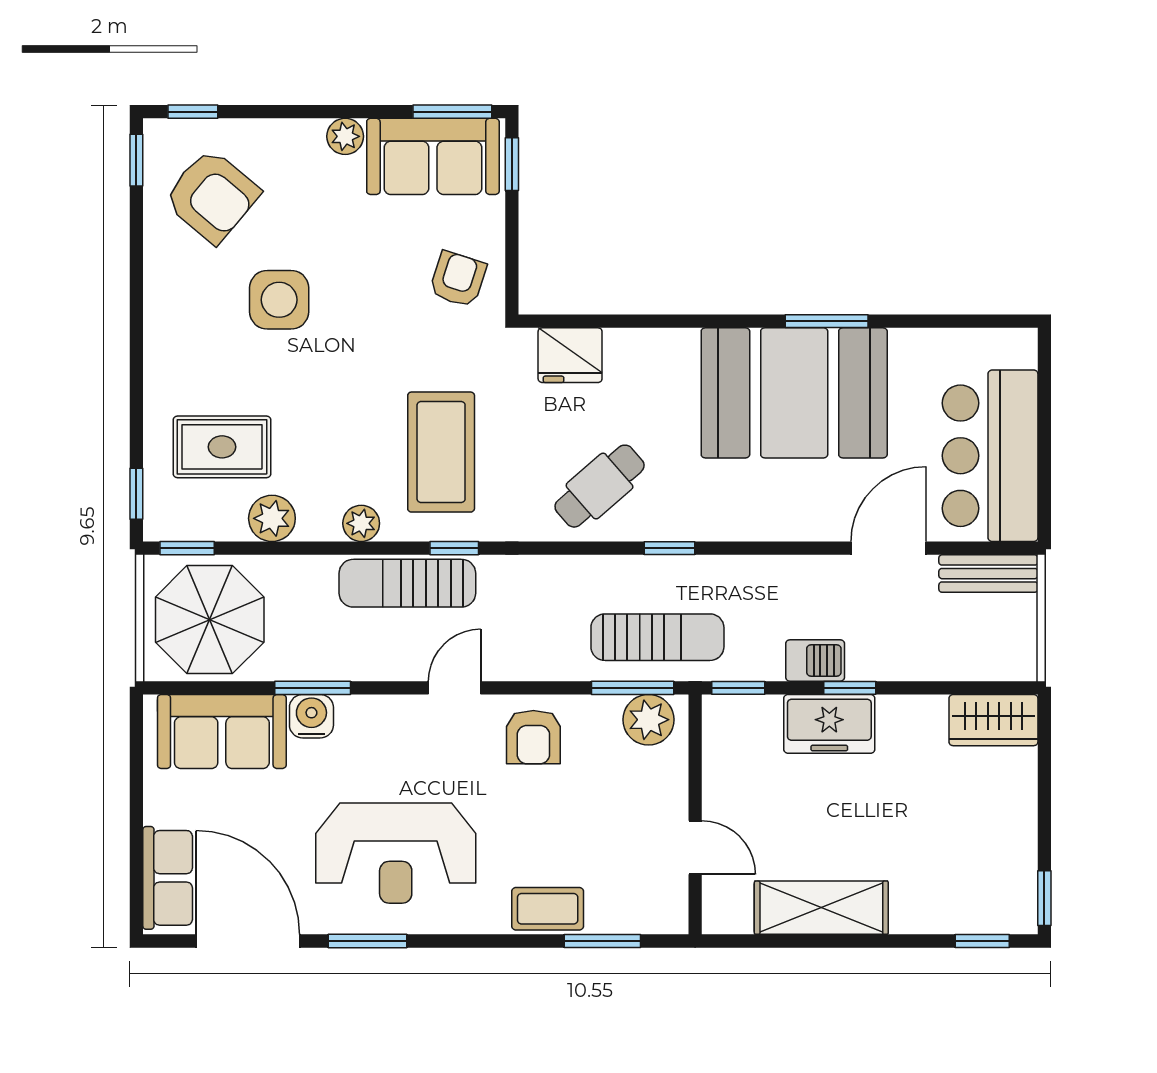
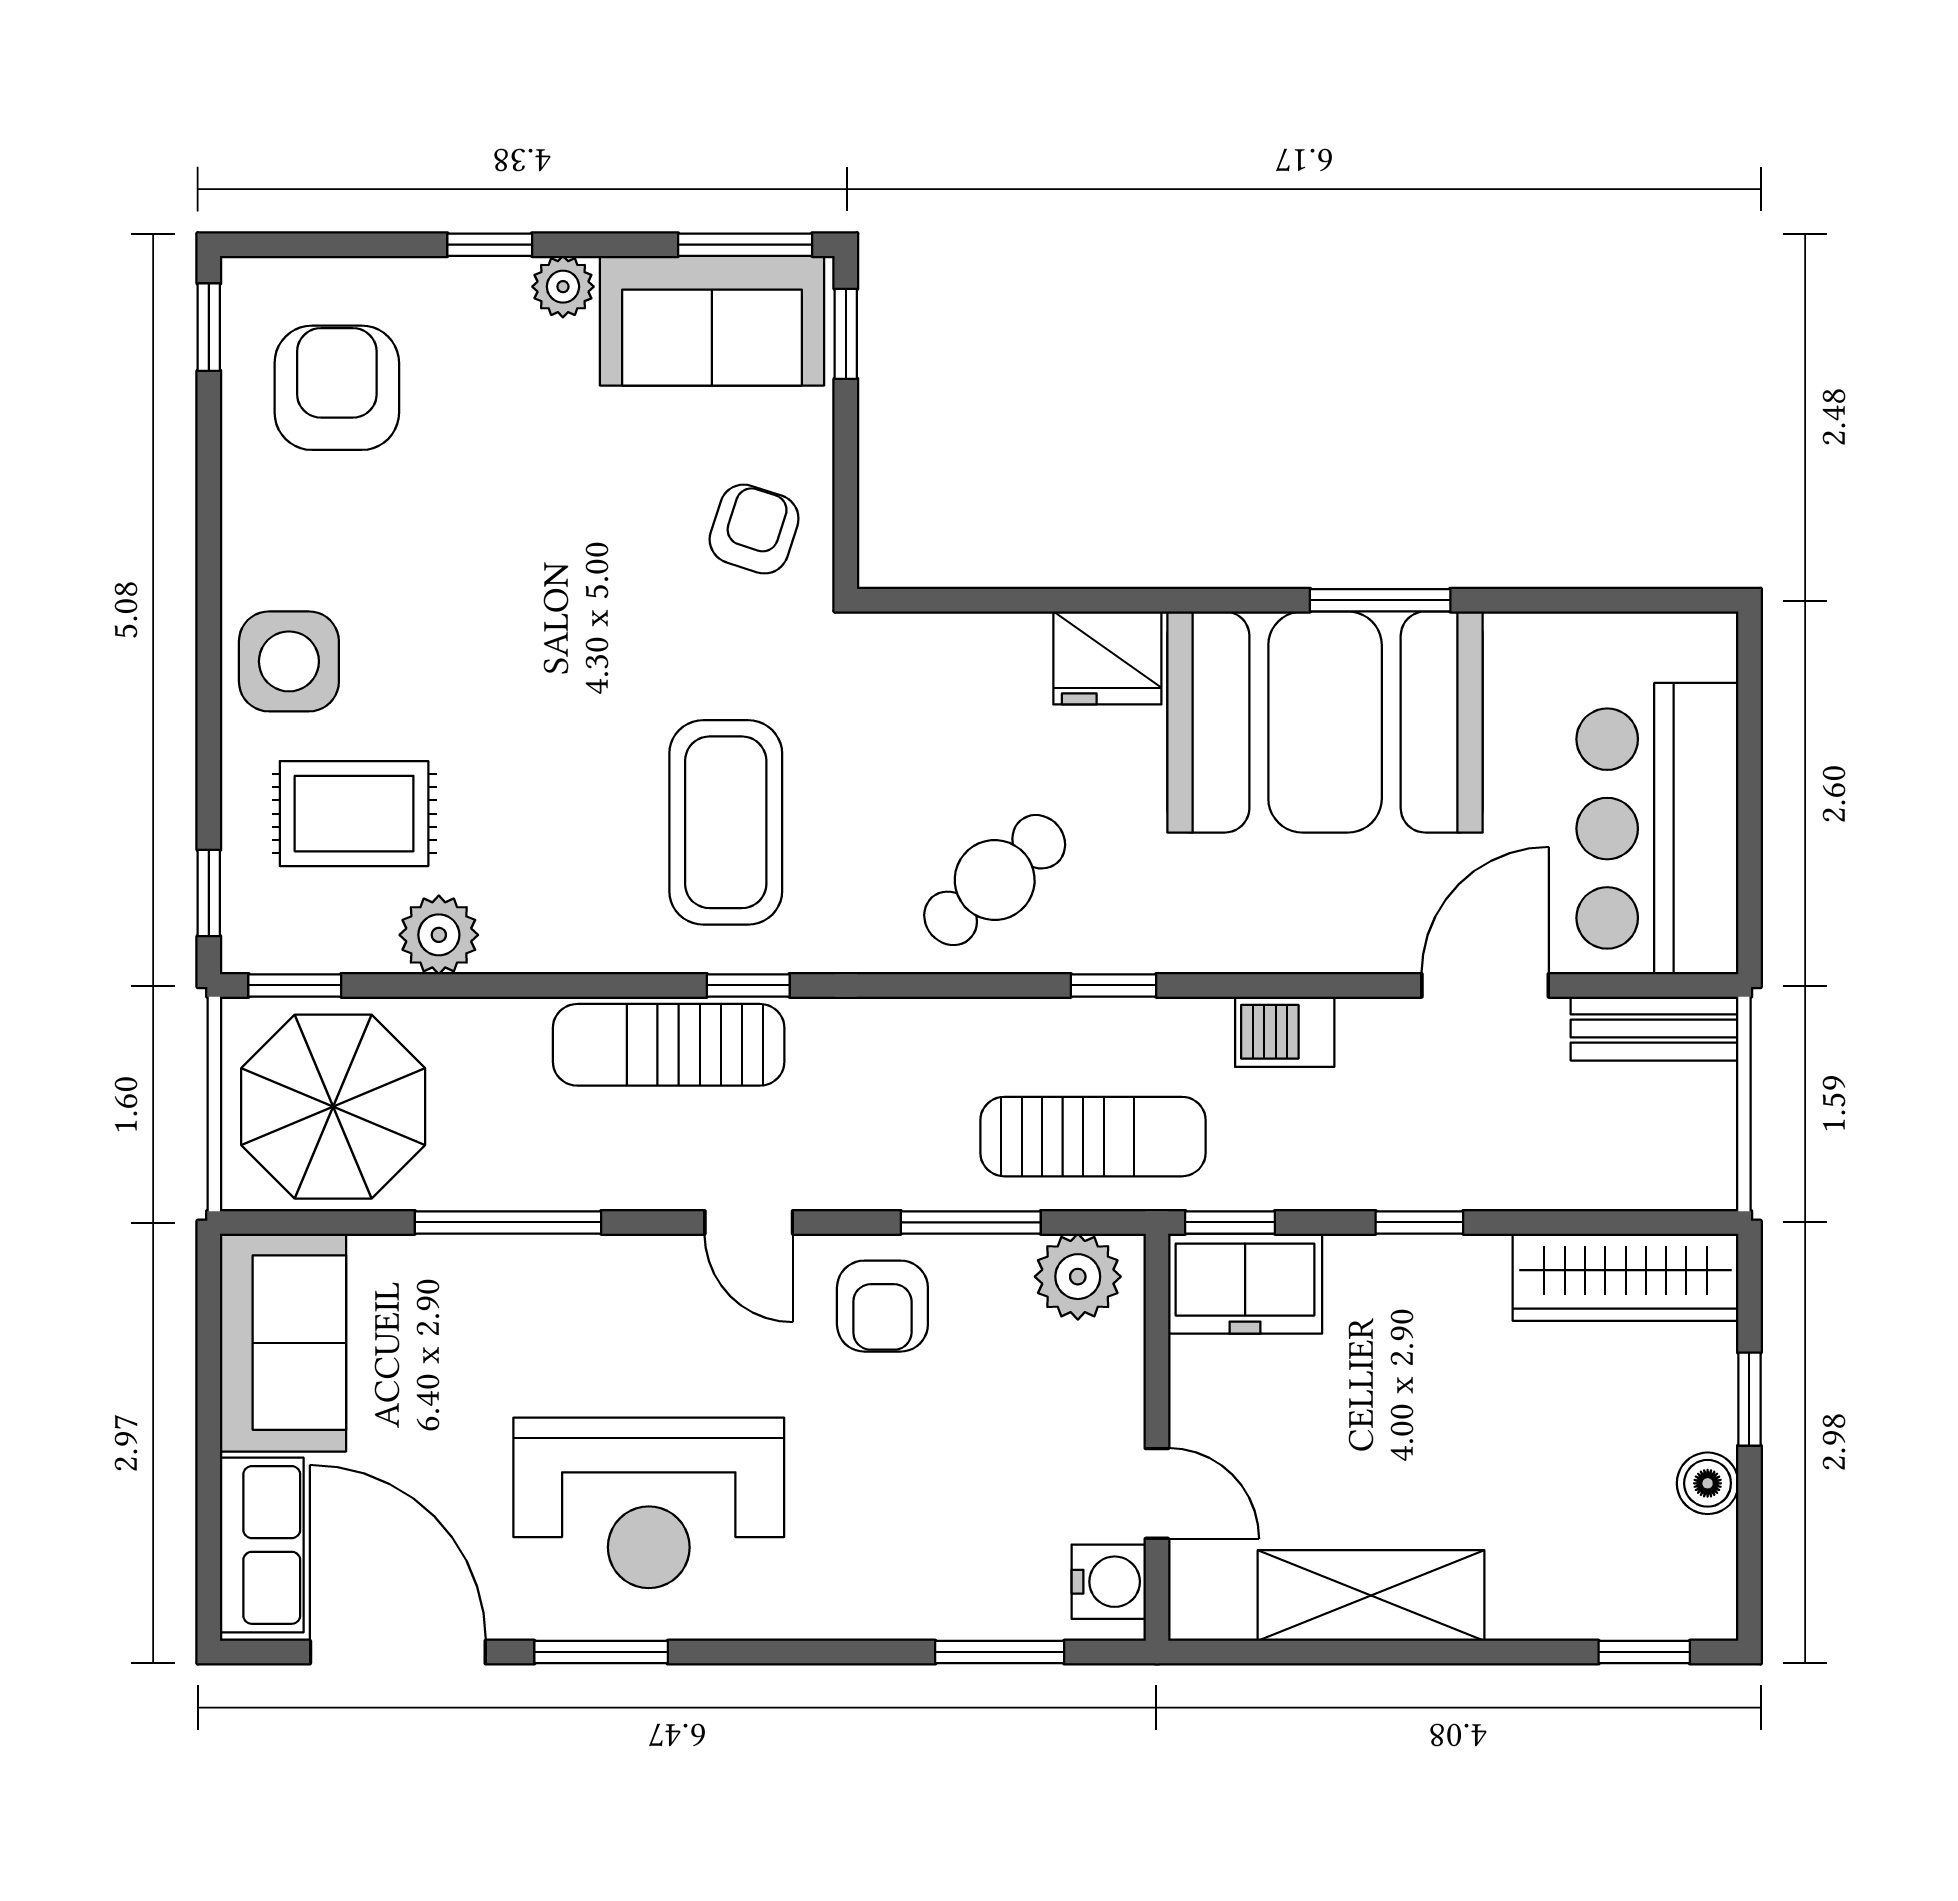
window: (193, 112) -> (490, 245), moved
armchair: (212, 196) -> (337, 388), turned -130
side table: (279, 300) -> (289, 661), moved
fridge: (570, 355) -> (1107, 658), moved
plant: (361, 523) -> (590, 943), removed
barbecue: (815, 660) -> (1285, 1032), moved, turned 180
window: (313, 688) -> (508, 1222), width x1.44
door: (455, 688) -> (749, 1222), swing flipped
window: (633, 688) -> (971, 1222), moved
water cooler: (311, 716) -> (1109, 1582), moved, turned 90
wardrobe: (993, 720) -> (1626, 1277), width x1.50
freezer: (829, 724) -> (1245, 1284), moved
sofa: (222, 732) -> (283, 1343), moved, turned -90
boiler: (1020, 842) -> (1708, 1483), added
window: (1044, 898) -> (1749, 1399), moved
coffee table: (548, 909) -> (907, 1597), removed

